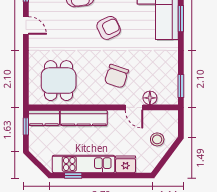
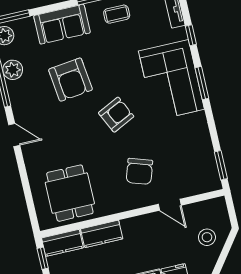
floor lamp: (150, 98) -> (186, 188), removed
kitchen counter: (84, 118) -> (102, 234), width x0.67

